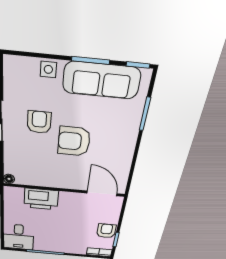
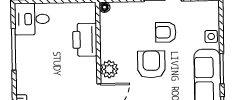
armchair: (39, 122) -> (166, 32), turned 180
plant: (74, 182) -> (109, 69), added

